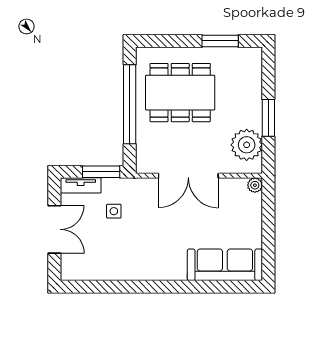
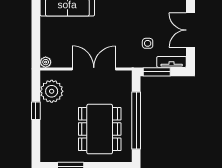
dining table: (180, 93) -> (100, 129), turned 90
window: (268, 118) -> (36, 111), width x0.67

